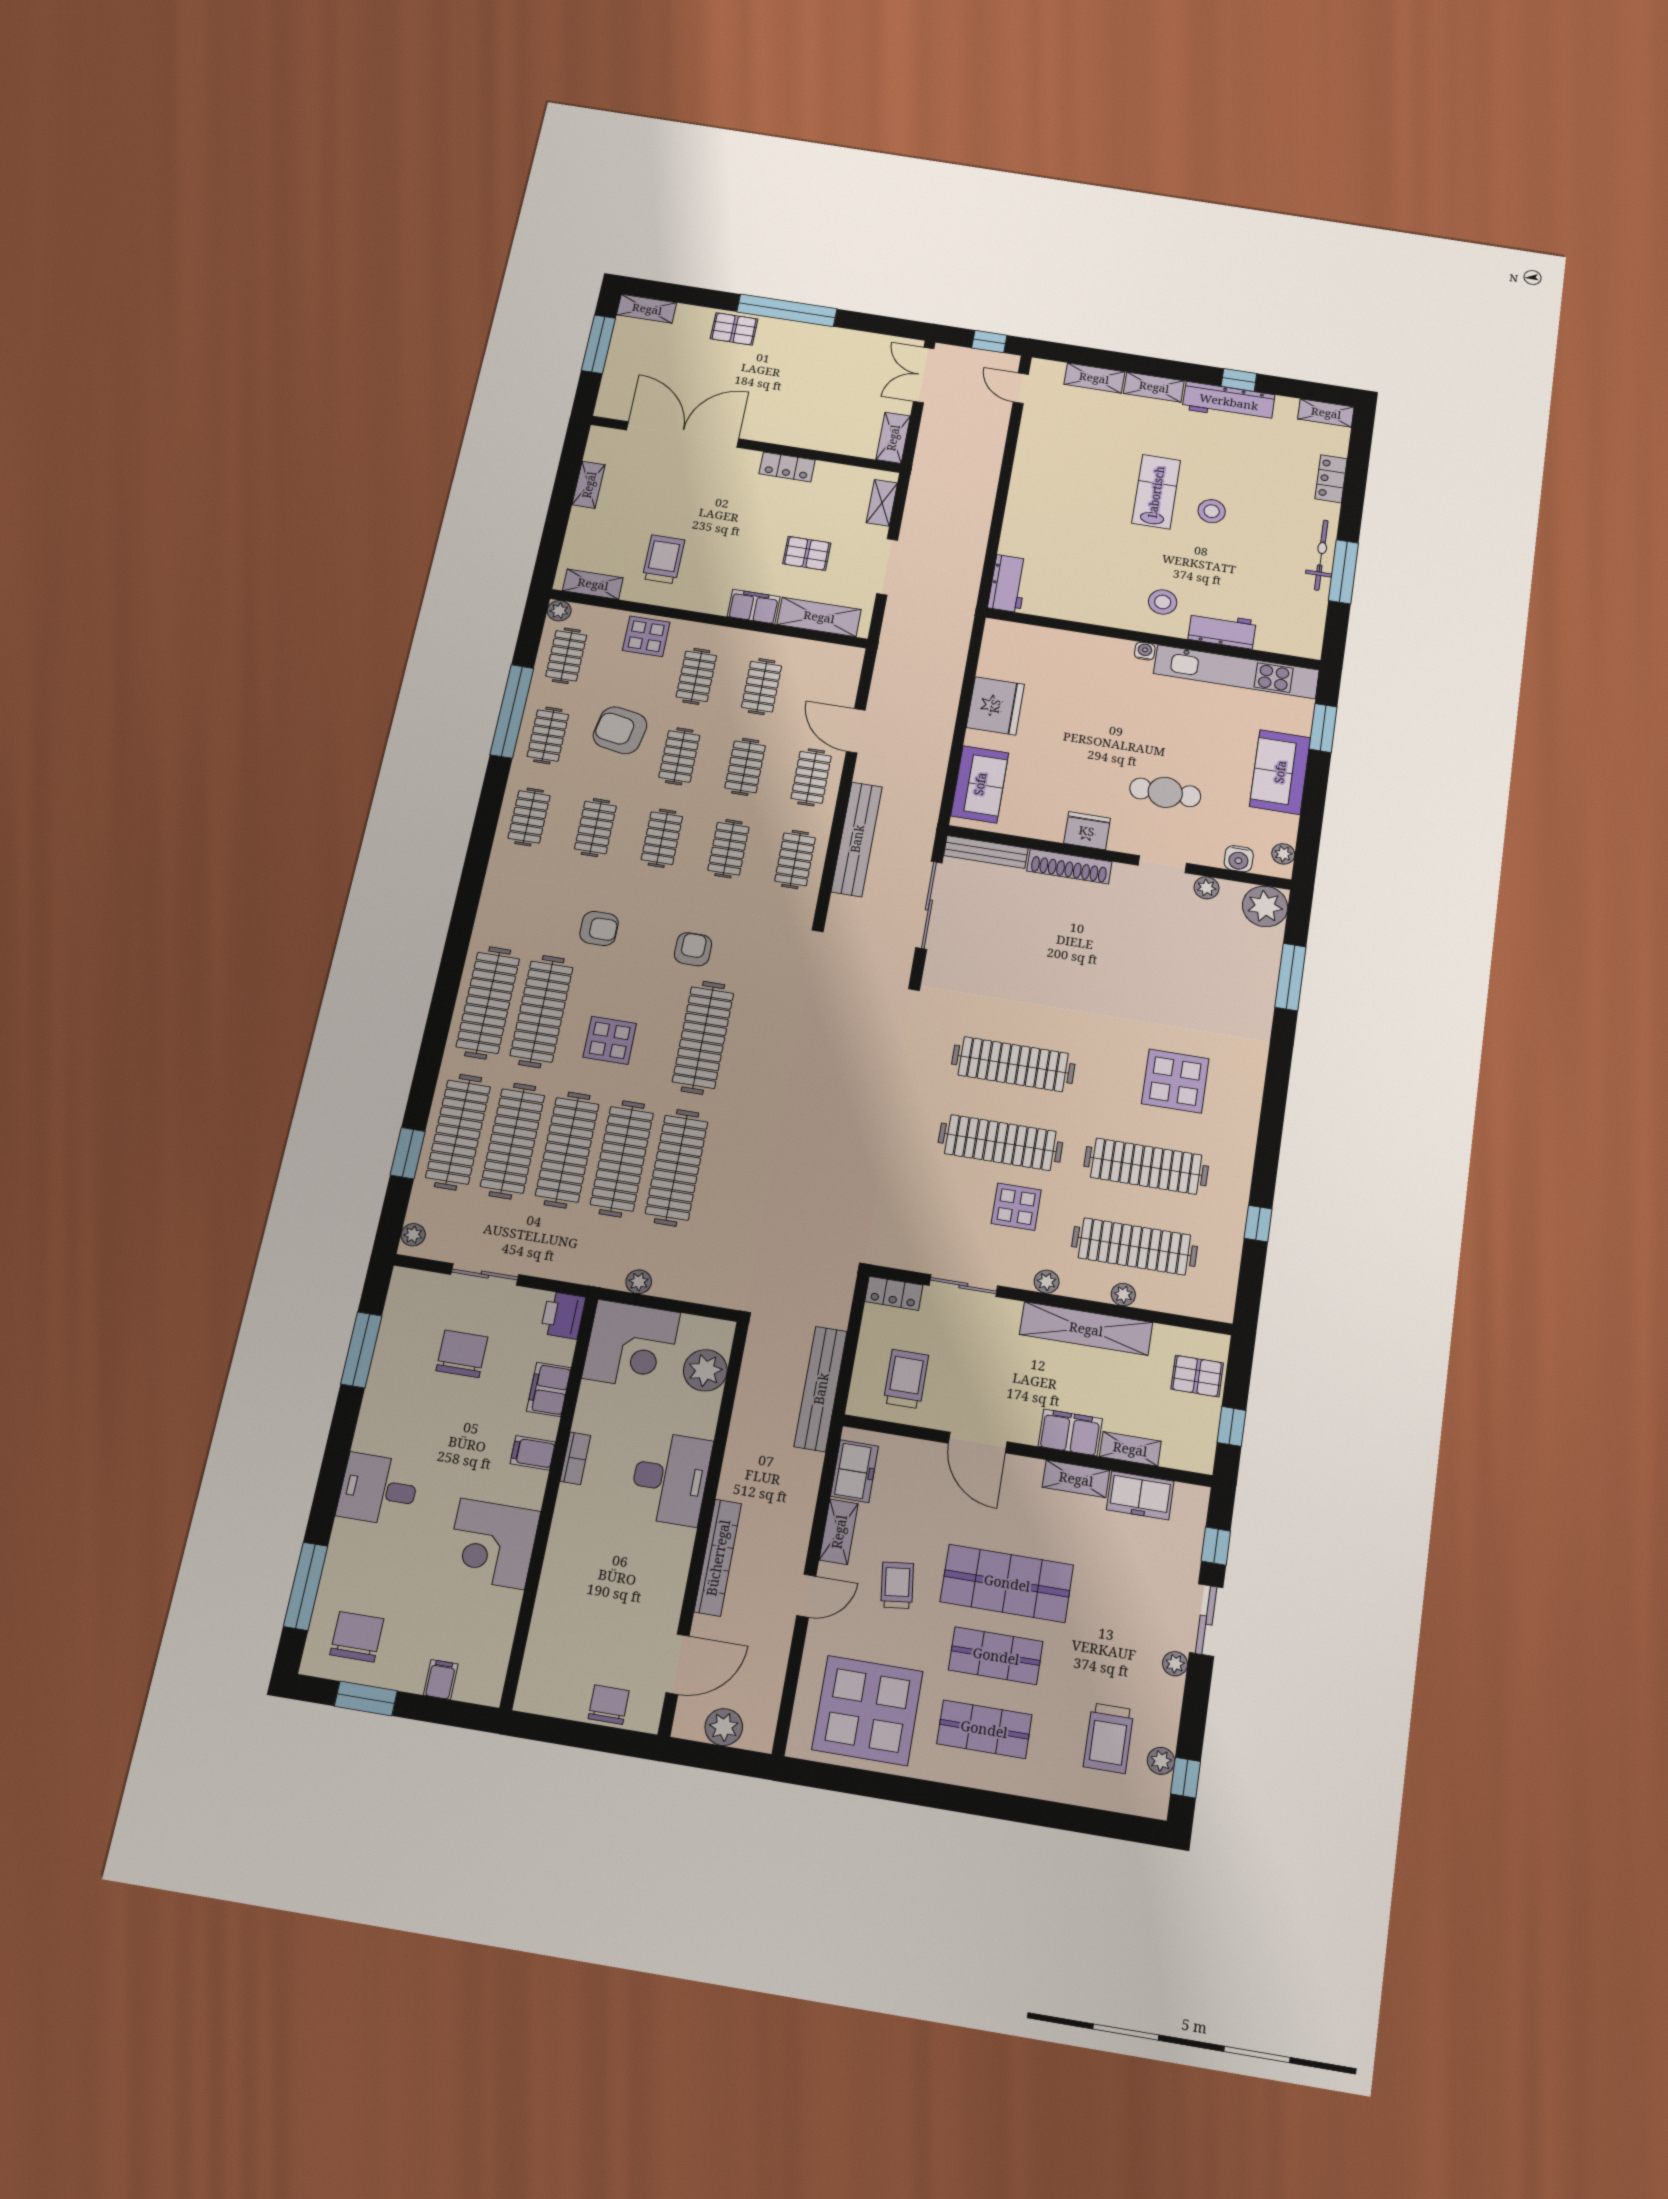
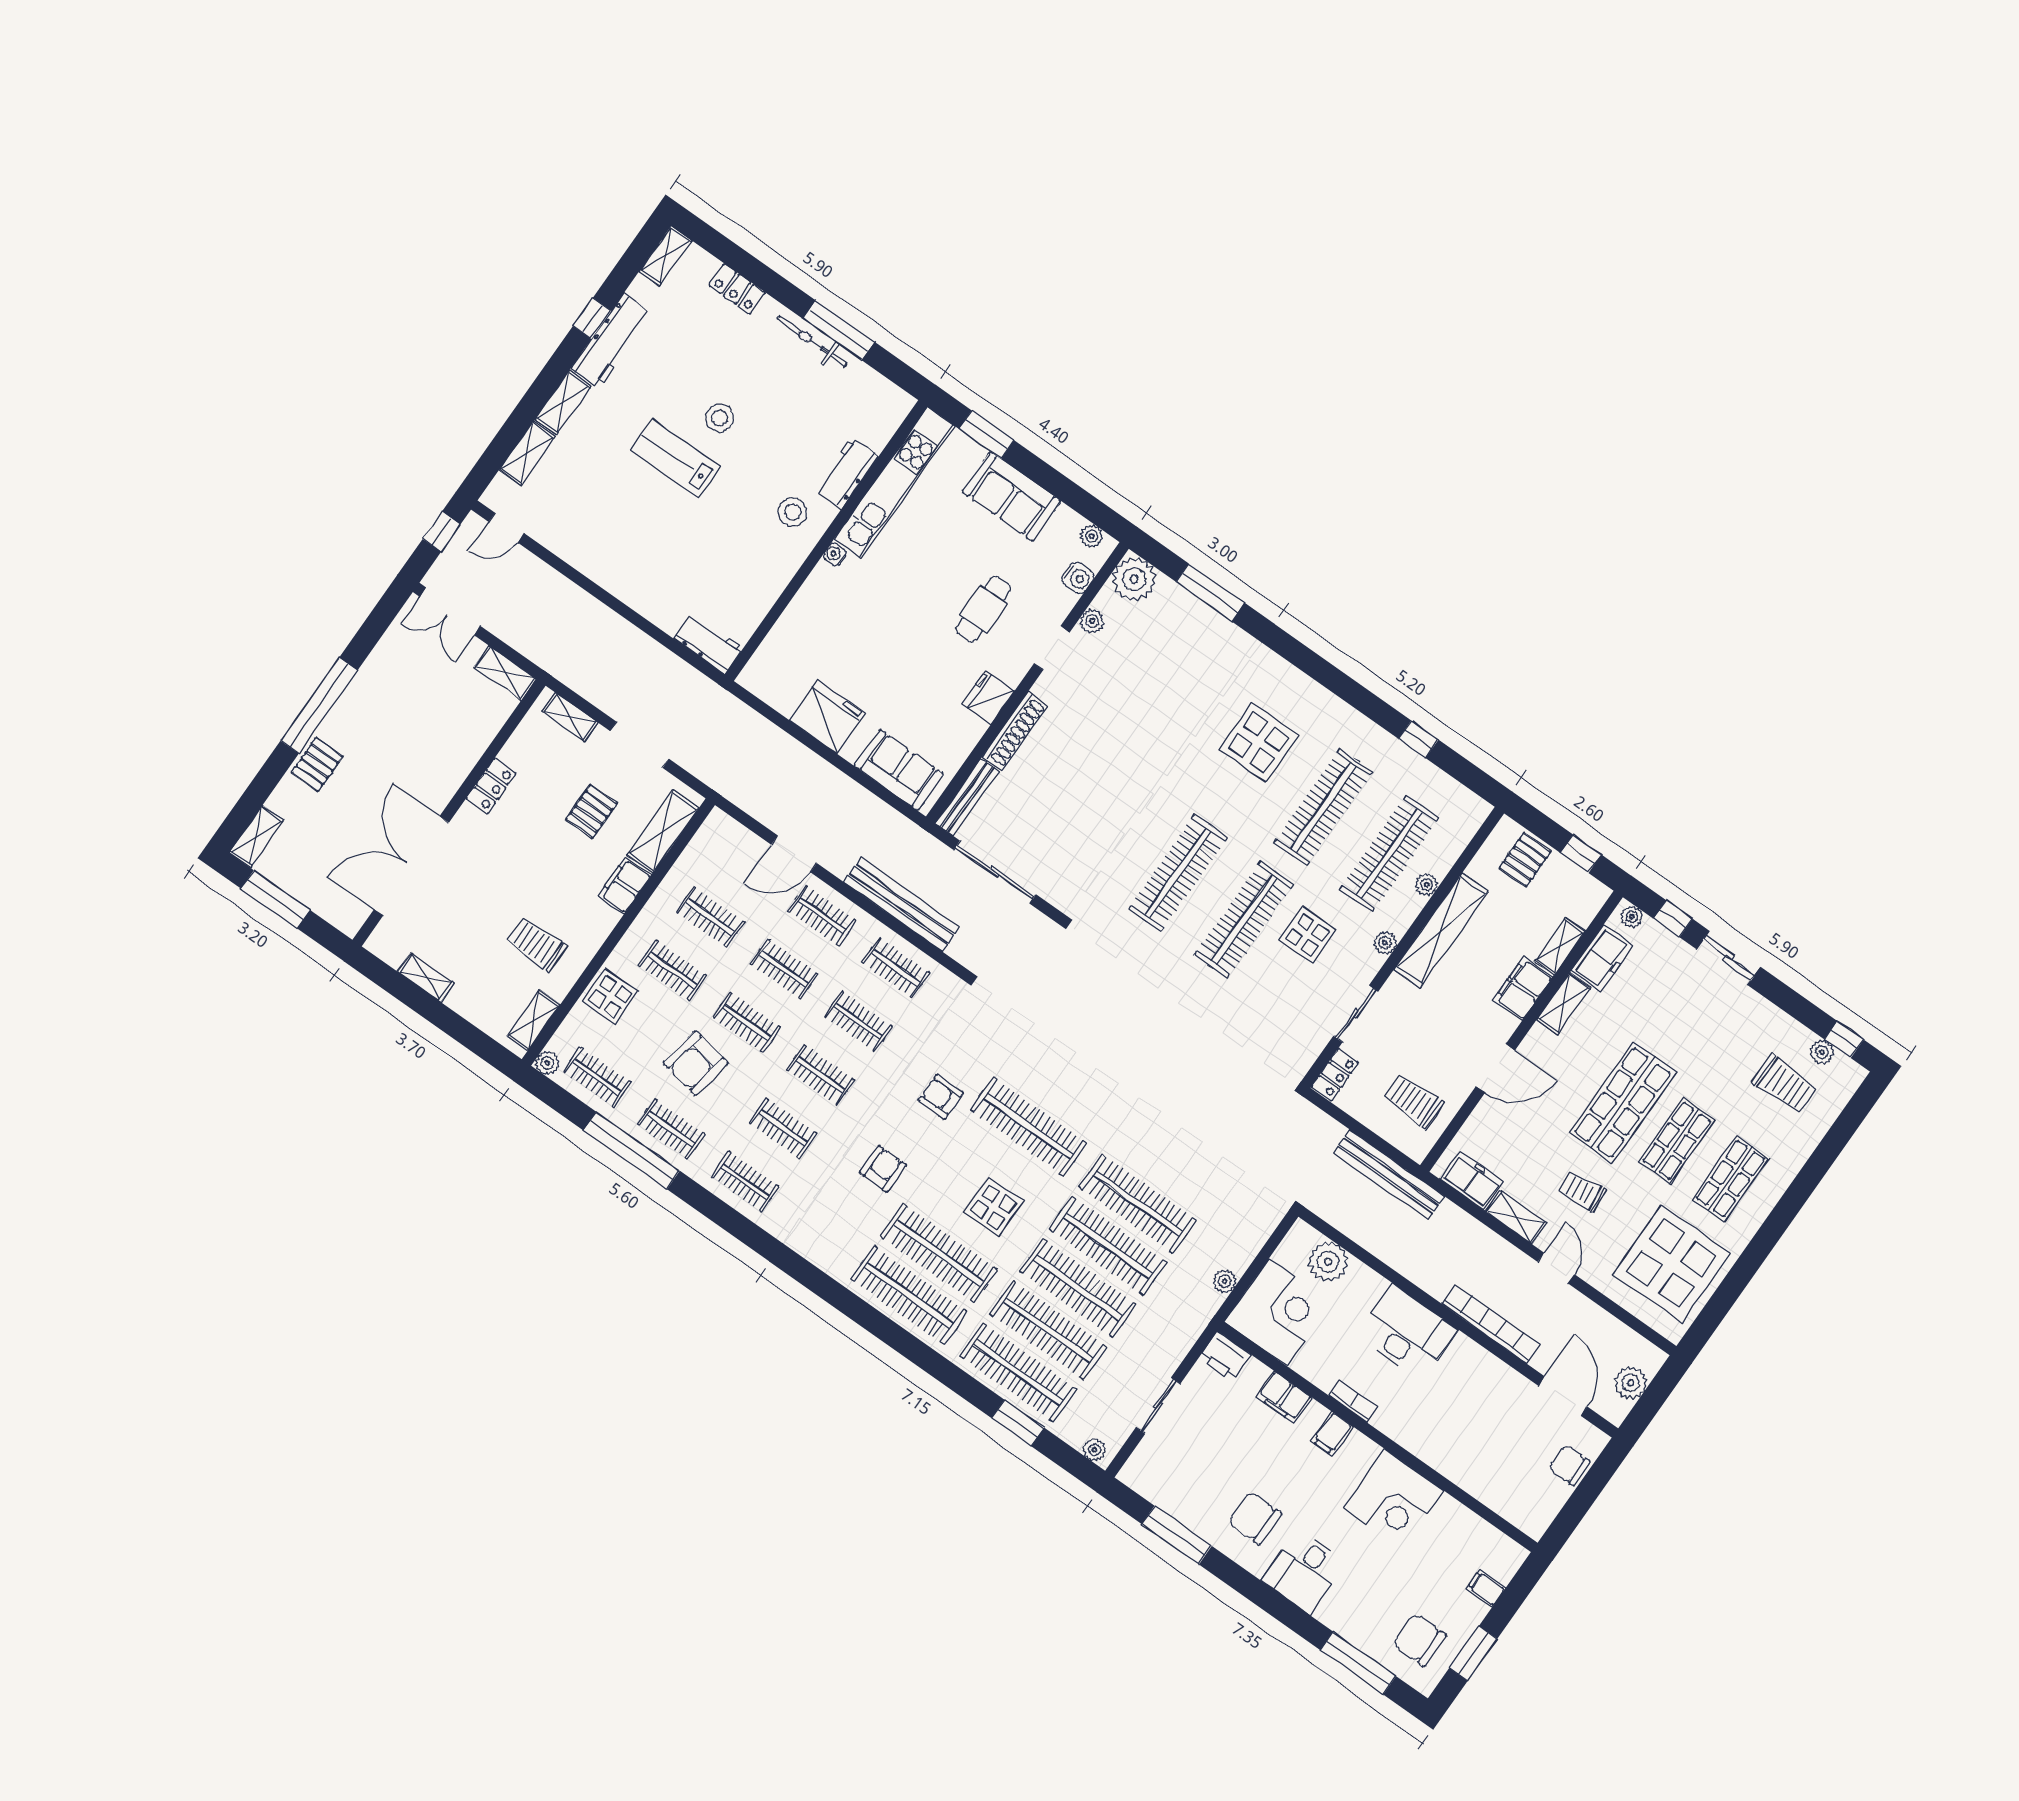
chair: (462, 1354) -> (1255, 1518), moved
plant: (1175, 1664) -> (1632, 917), moved

